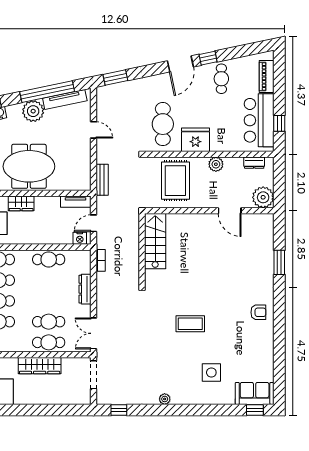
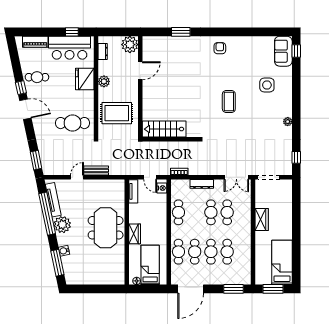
fridge: (195, 140) -> (85, 79), moved
bench: (102, 180) -> (96, 170), moved
cafe table: (49, 342) -> (211, 212), moved
wardrobe: (40, 366) -> (262, 219), width x0.67

